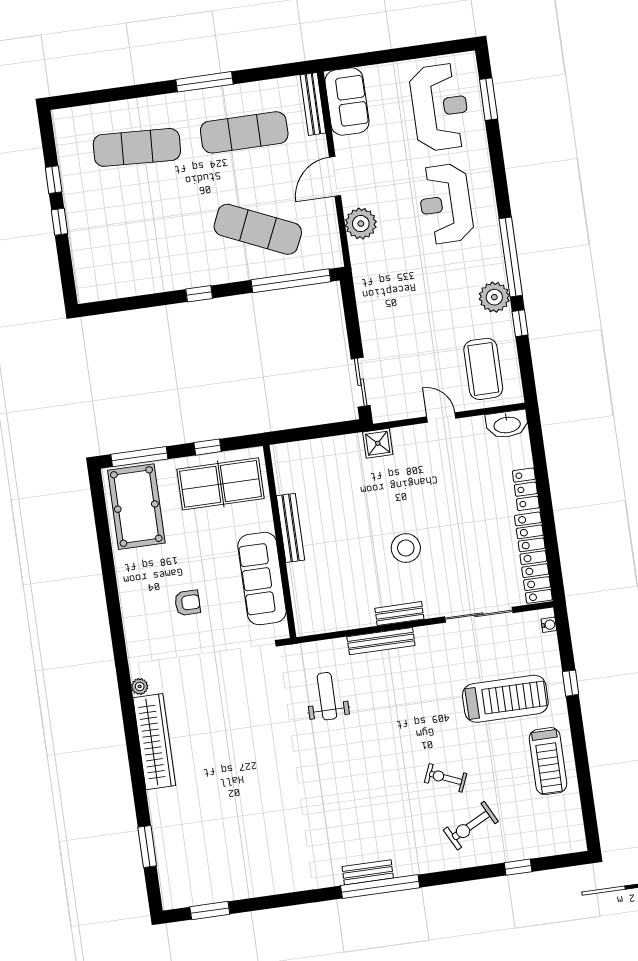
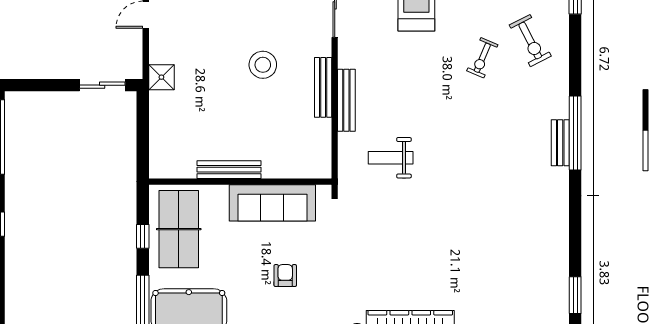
bench: (399, 614) -> (323, 87), width x1.36

